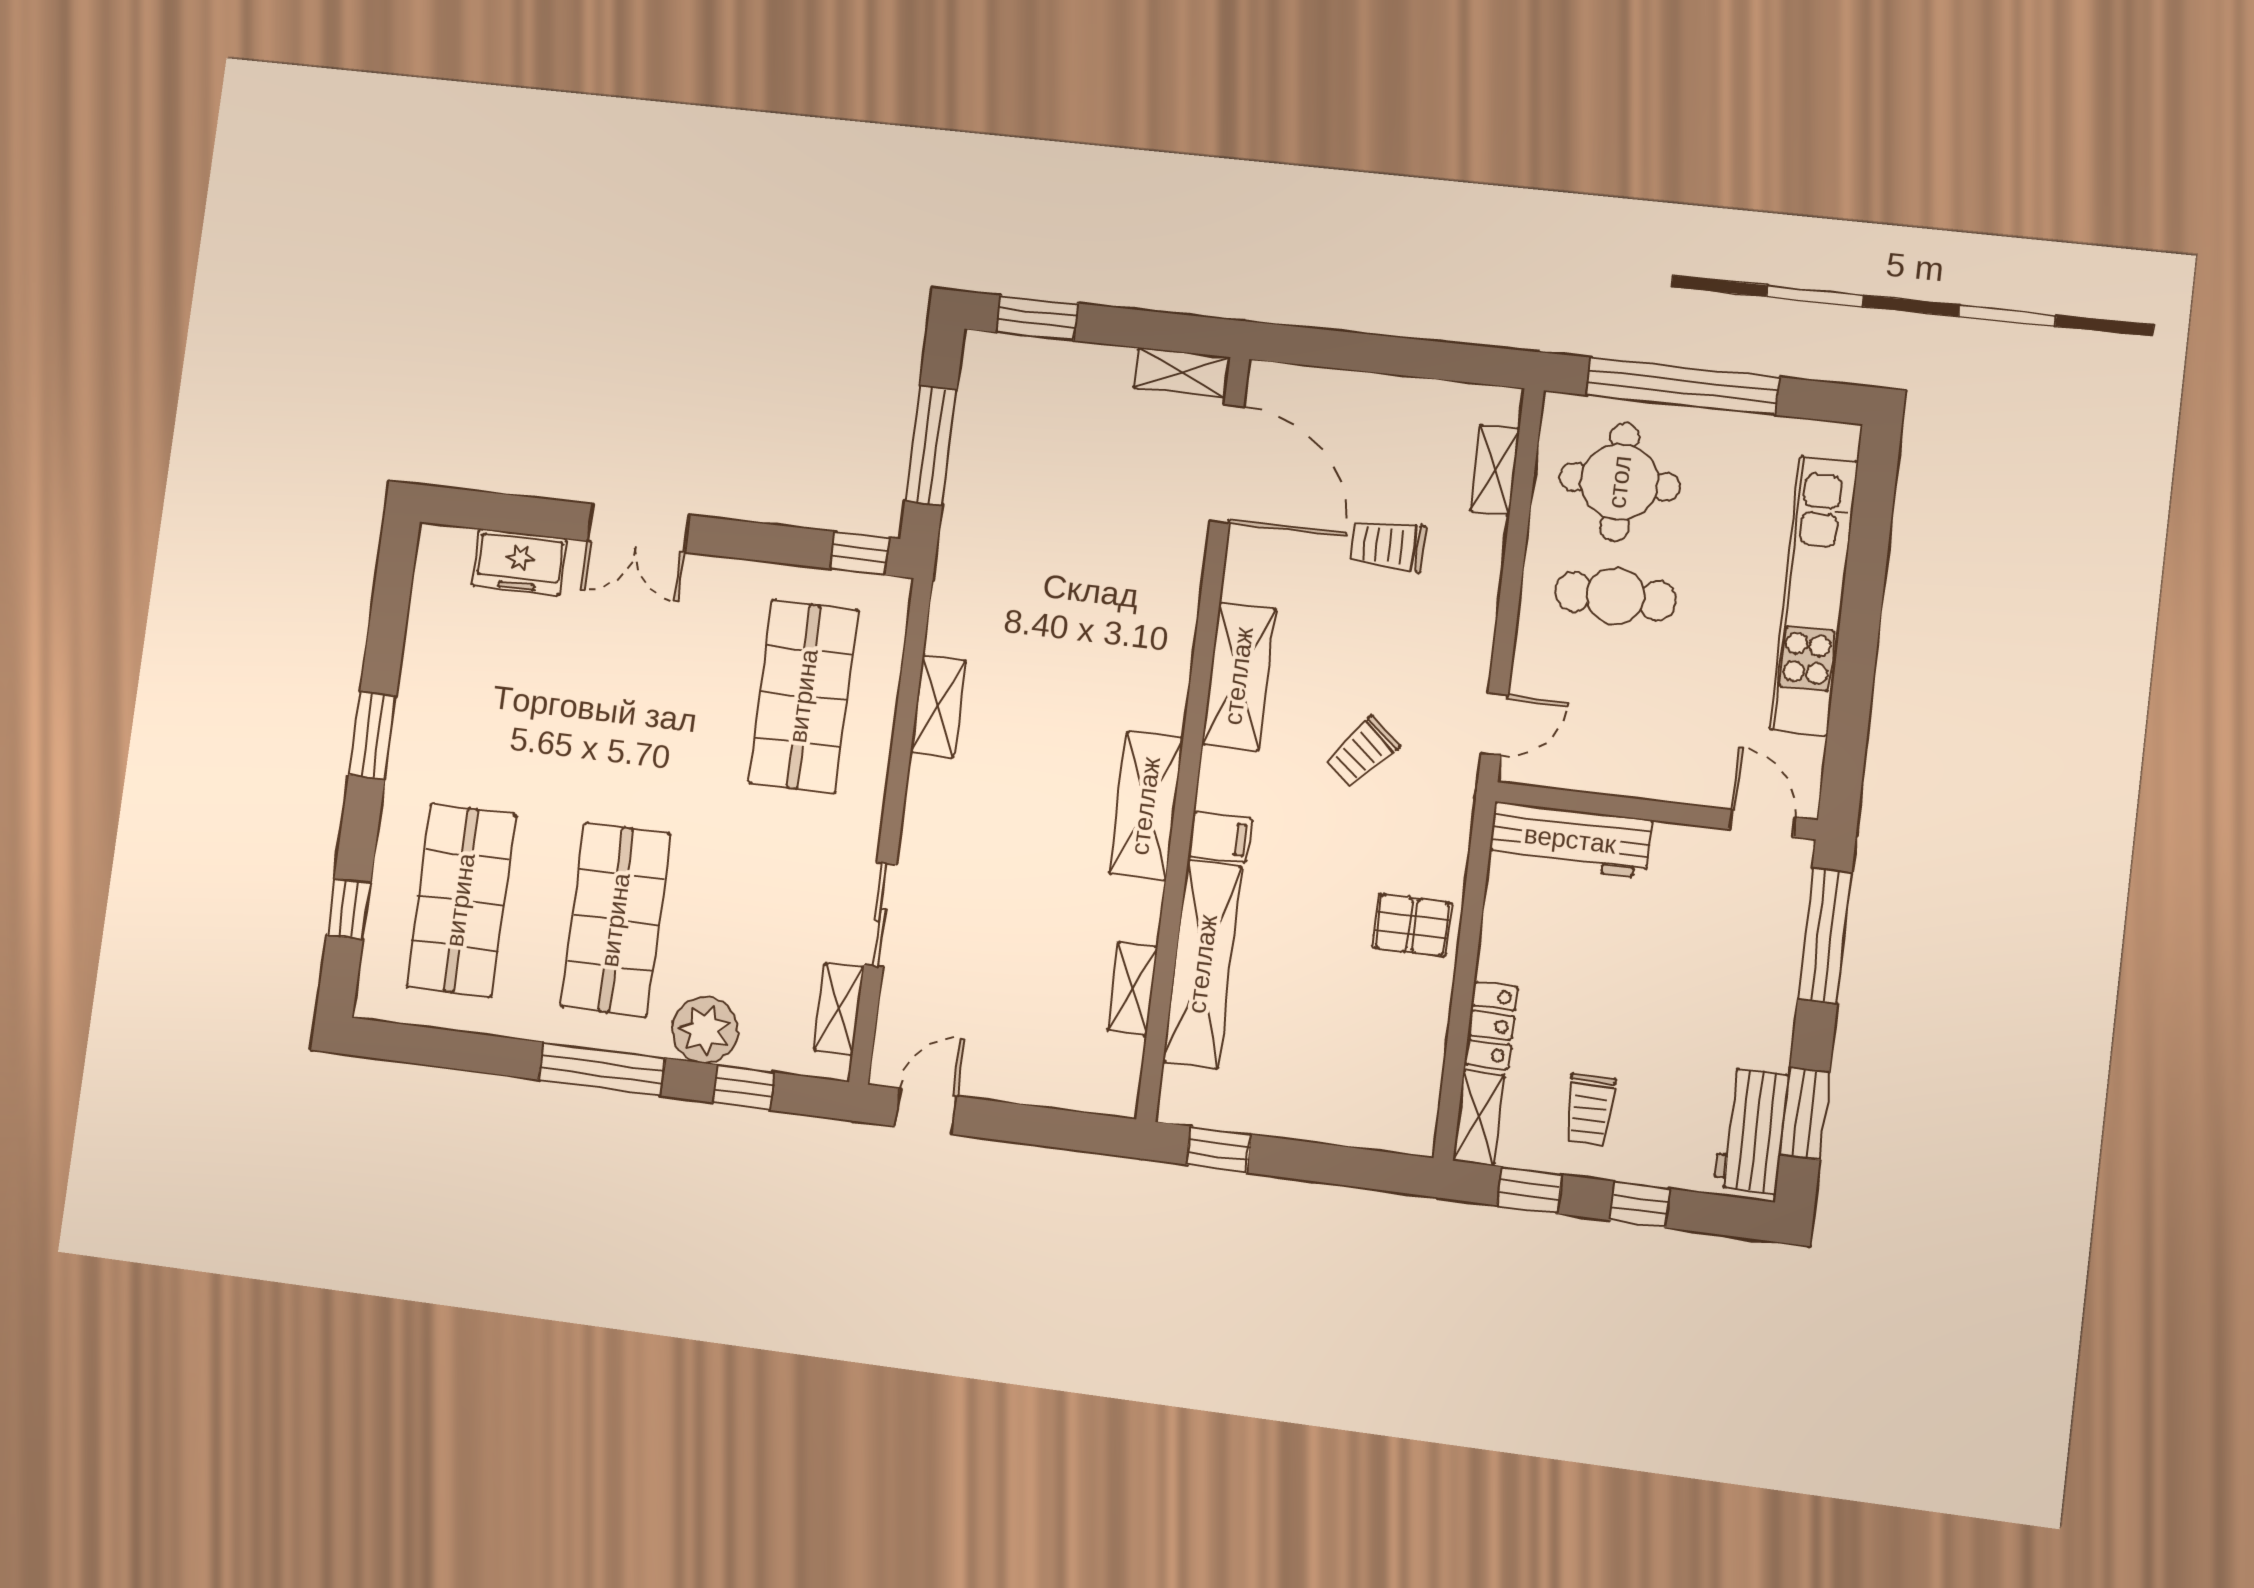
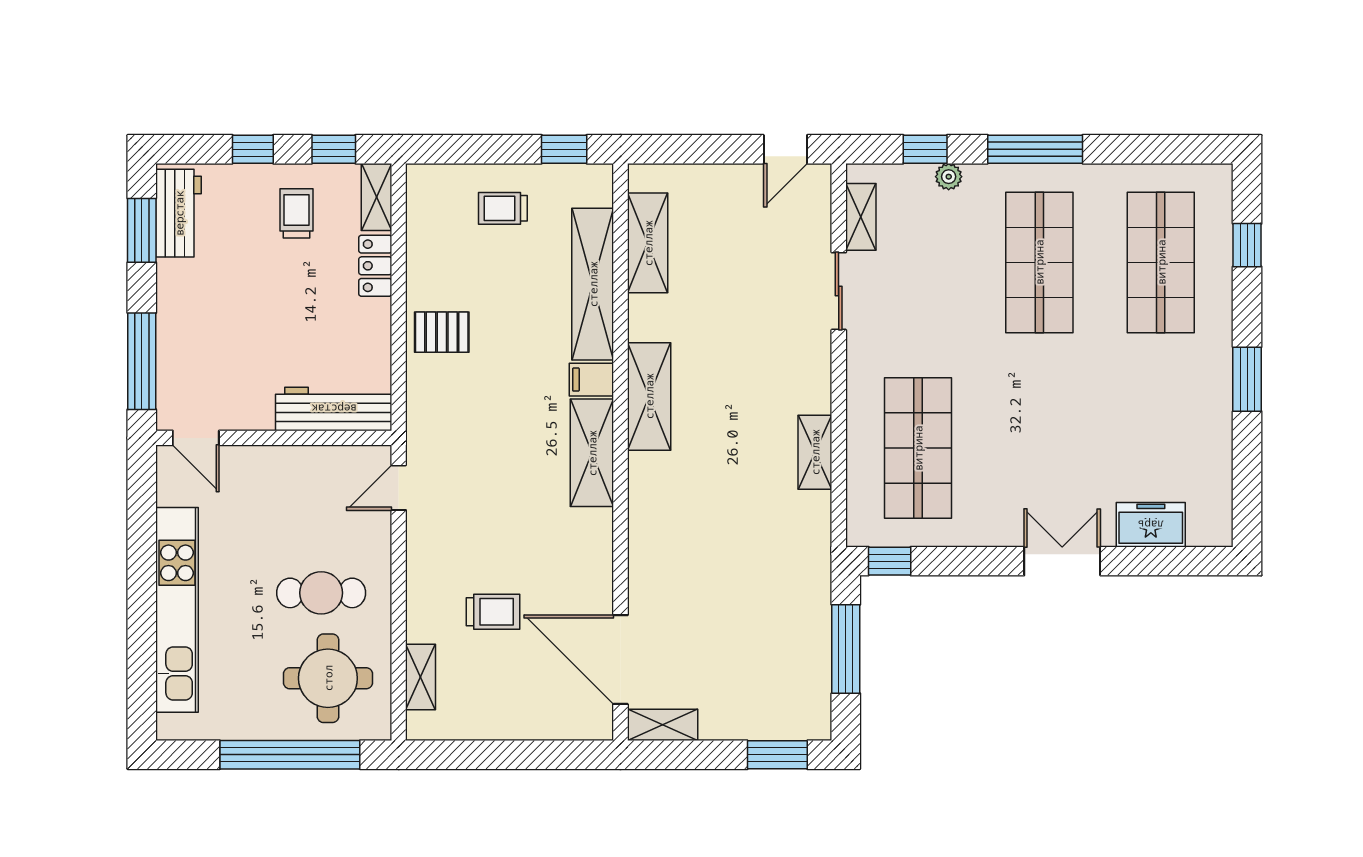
shelving: (1239, 676) -> (592, 453), moved
trolley: (1362, 752) -> (503, 208), moved, turned -131
shelving: (1132, 989) -> (648, 243), width x1.50, depth x1.33
plant: (705, 1030) -> (949, 177), width x0.53, depth x0.53

